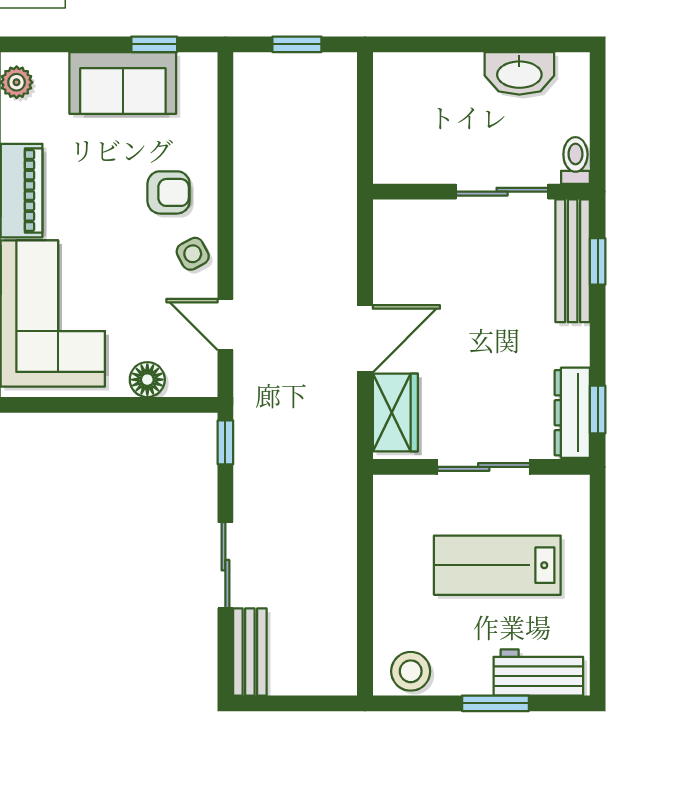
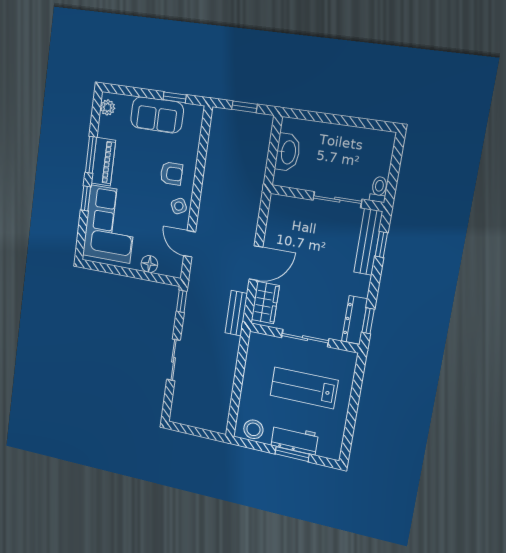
washbasin: (519, 73) -> (288, 152), moved, turned -90
bench: (250, 652) -> (236, 313), moved
workbench: (538, 672) -> (295, 439), moved

